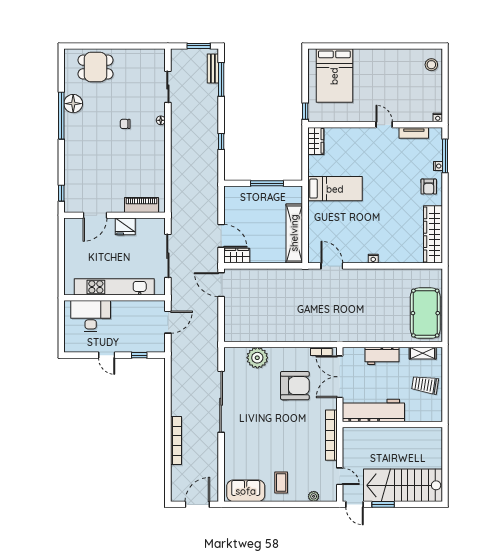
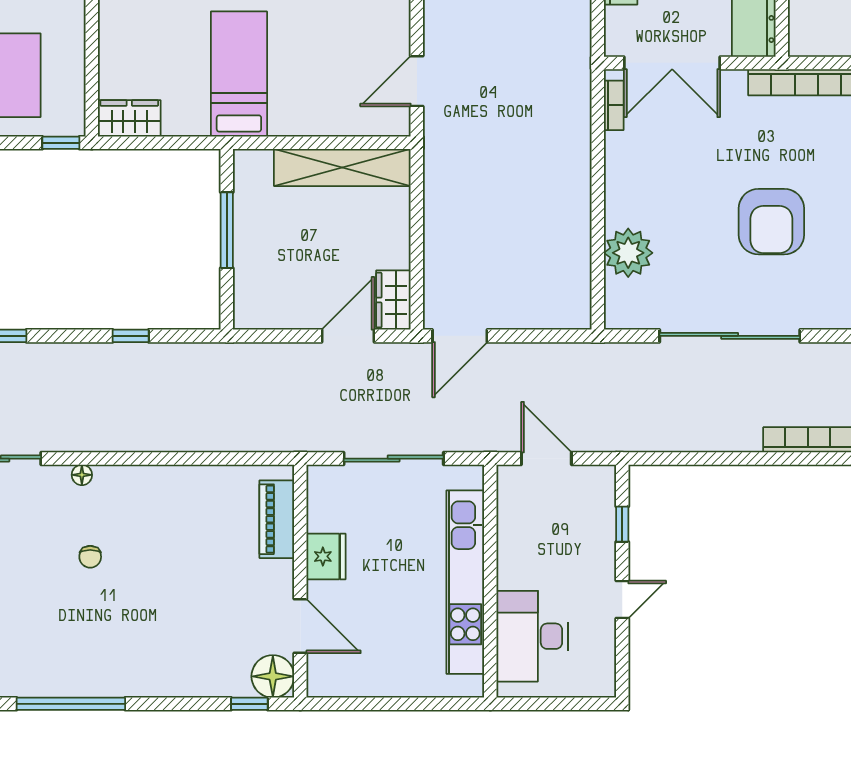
floor lamp: (73, 104) -> (273, 676), moved
armchair: (295, 386) -> (771, 222), moved, turned 180

